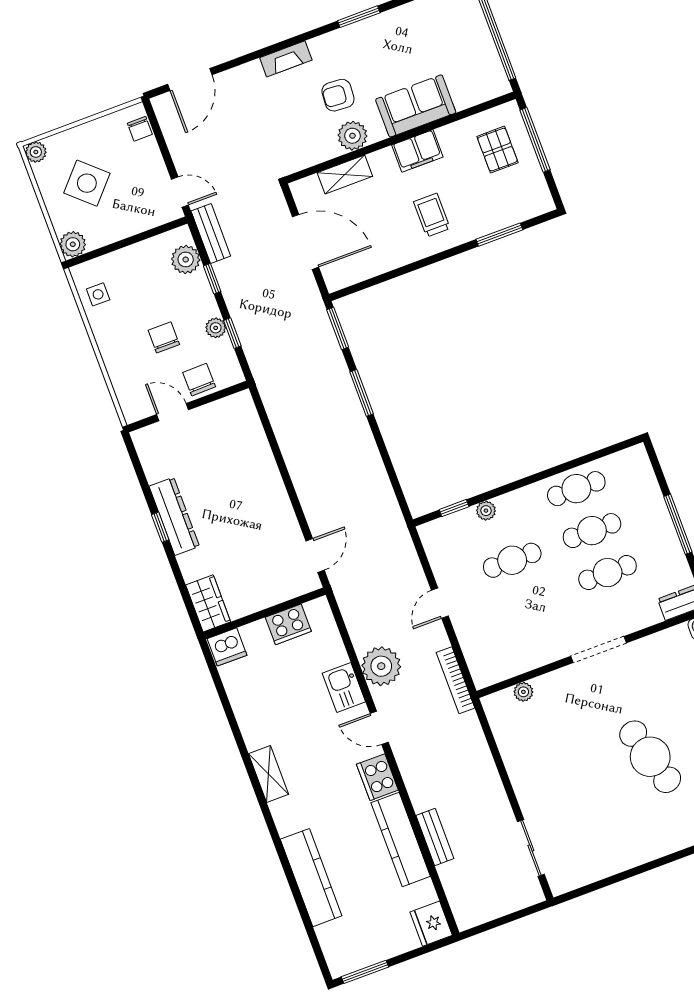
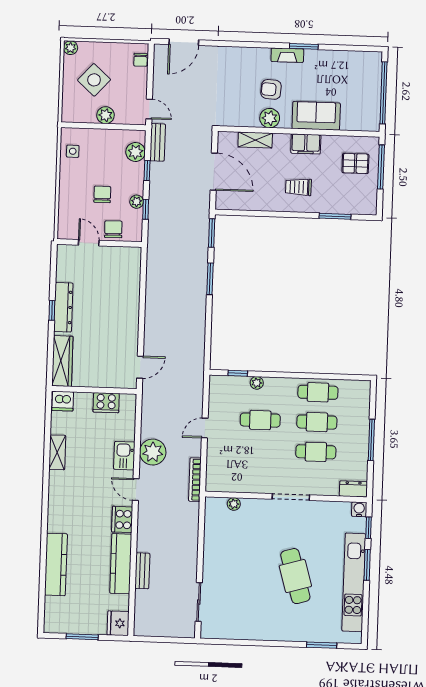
fireplace: (286, 59) -> (287, 55), moved
pallet: (497, 150) -> (355, 163), turned 90
trolley: (432, 215) -> (298, 187), turned -90
plant: (73, 244) -> (106, 115), moved
wardrobe: (208, 603) -> (62, 361), width x1.50
shelving: (269, 774) -> (57, 452), moved
window: (365, 972) -> (82, 637), moved

